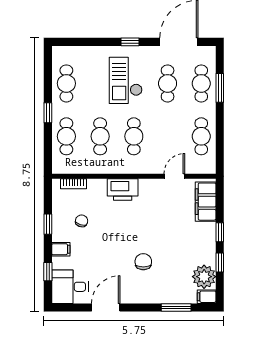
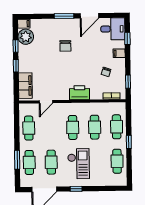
window: (48, 224) -> (128, 82), moved
window: (176, 308) -> (64, 16), moved

